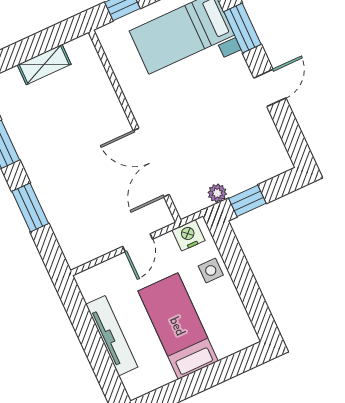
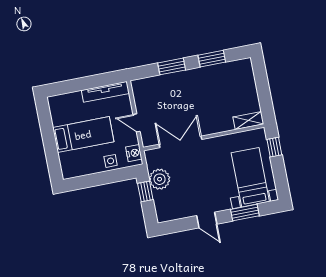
shelving: (44, 64) -> (248, 120), moved, turned 90
plant: (217, 193) -> (160, 179), width x1.88, depth x1.88
tv unit: (112, 336) -> (105, 92), moved

